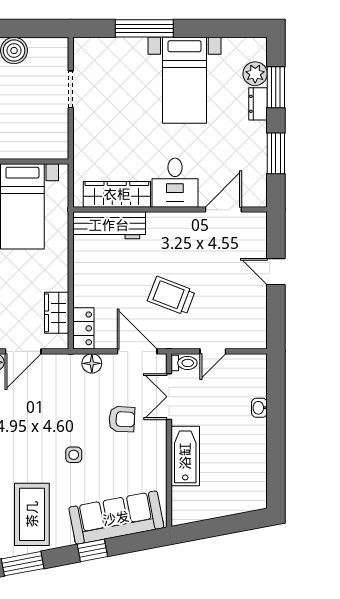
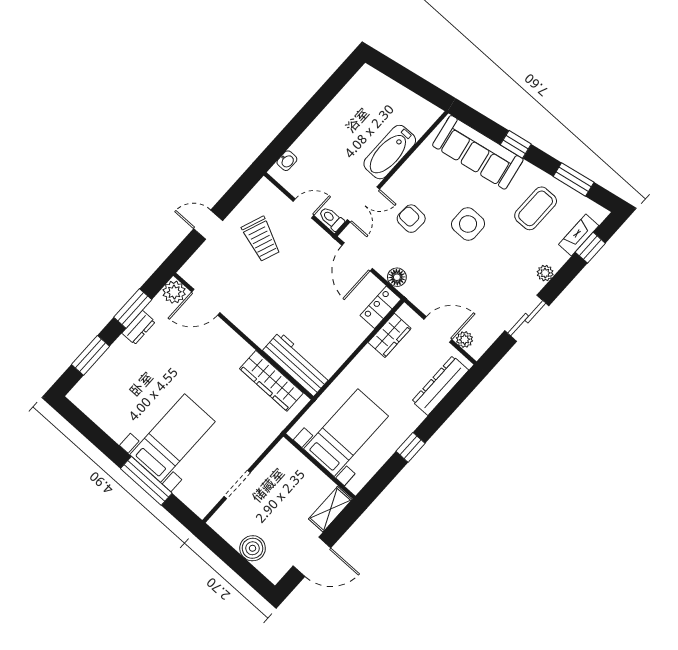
plant: (255, 74) -> (174, 292), moved
bed with nightstands: (184, 80) -> (173, 438), moved
dresser: (258, 104) -> (139, 327), moved
desk: (175, 183) -> (223, 352), removed
door: (276, 272) -> (208, 225), swing flipped
trolley: (171, 296) -> (261, 239), moved
washbasin: (259, 408) -> (287, 161), moved
side table: (74, 455) -> (468, 224), width x1.87, depth x1.87
coffee table: (32, 514) -> (536, 208), width x0.73, depth x0.76

